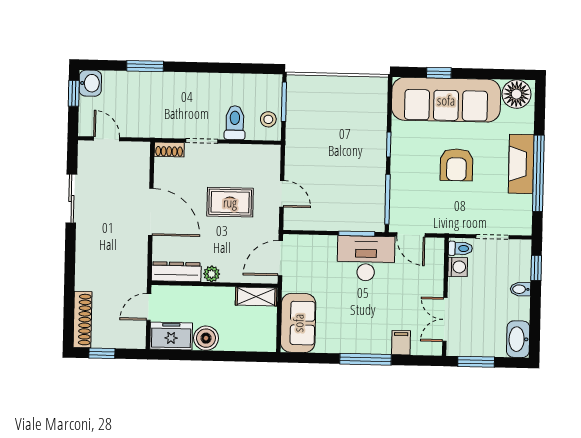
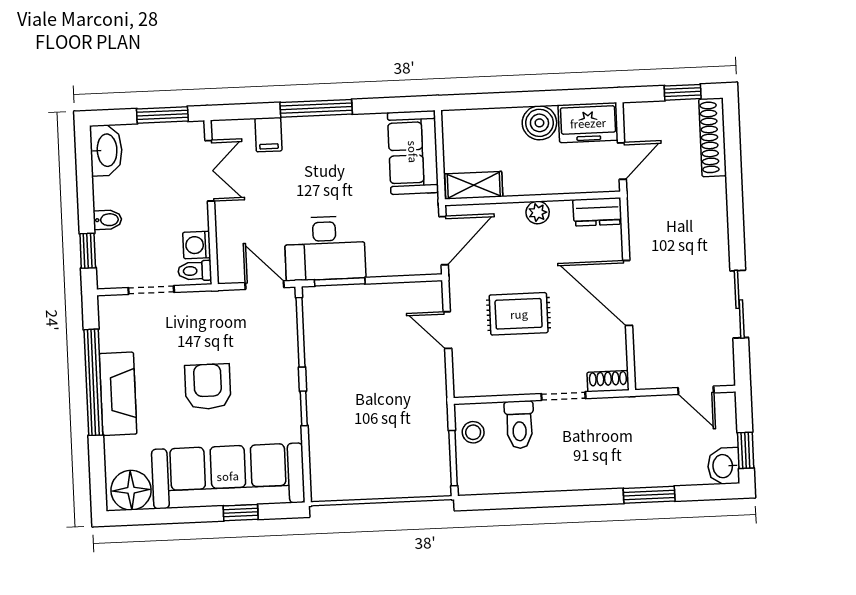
dresser: (176, 272) -> (597, 212), width x0.70

